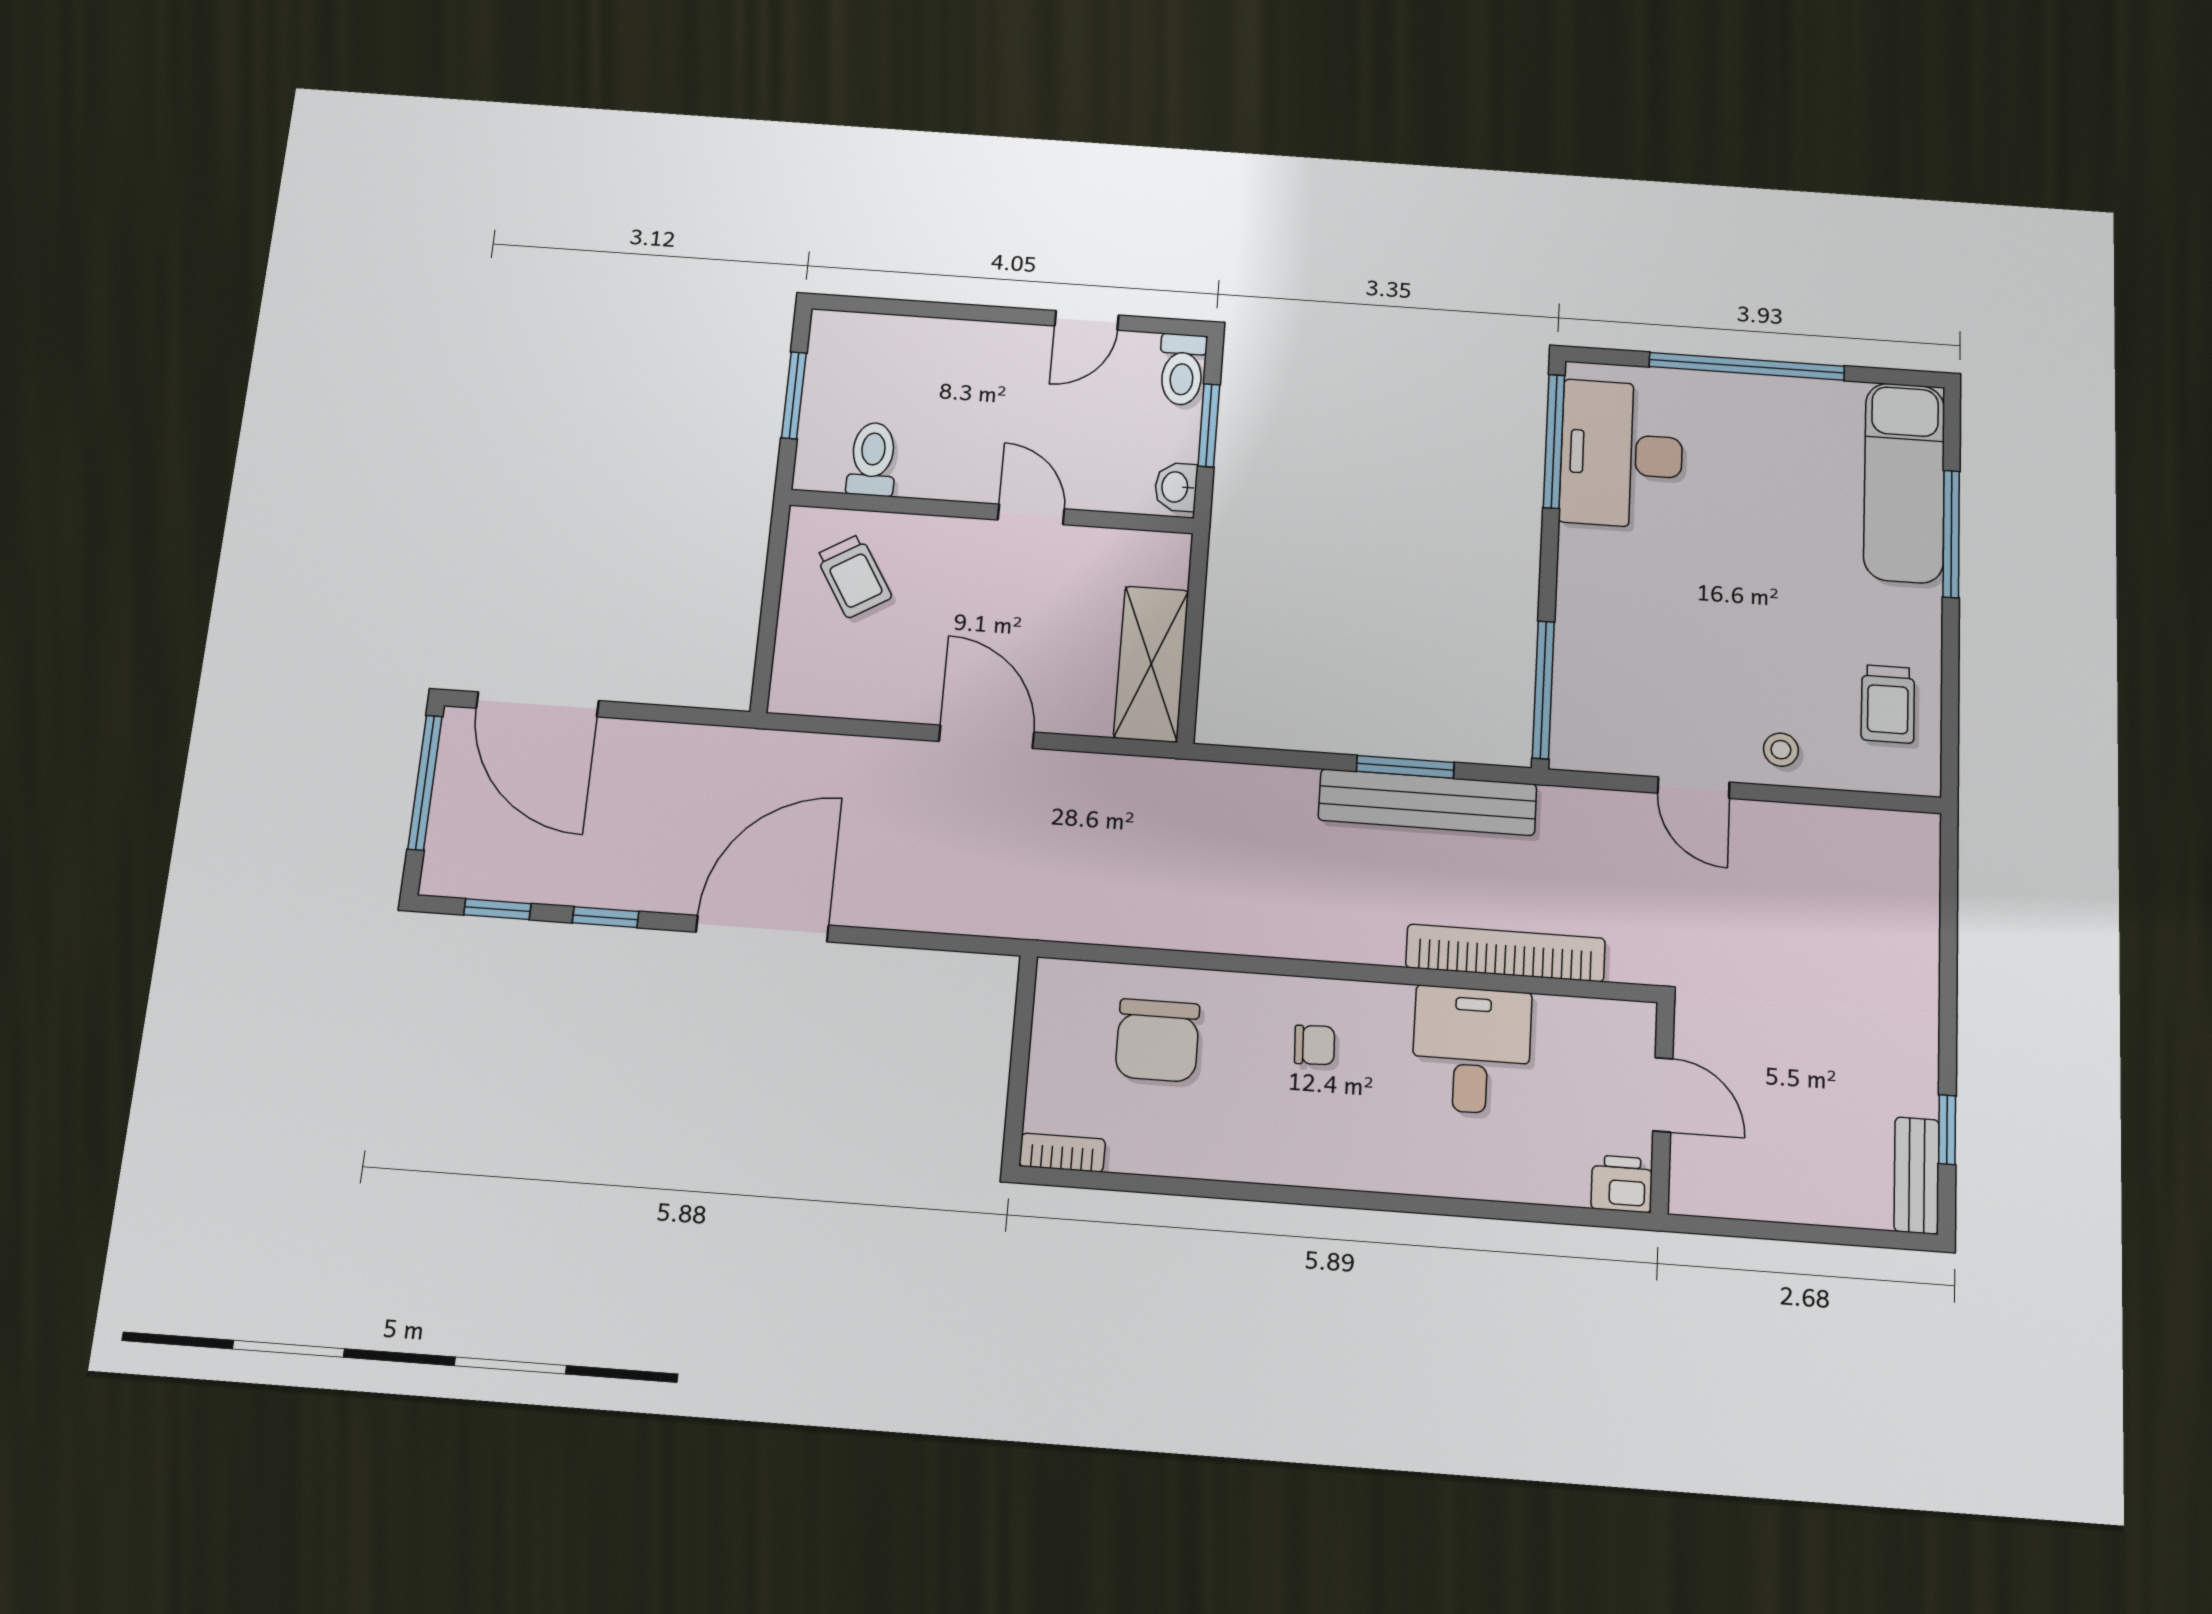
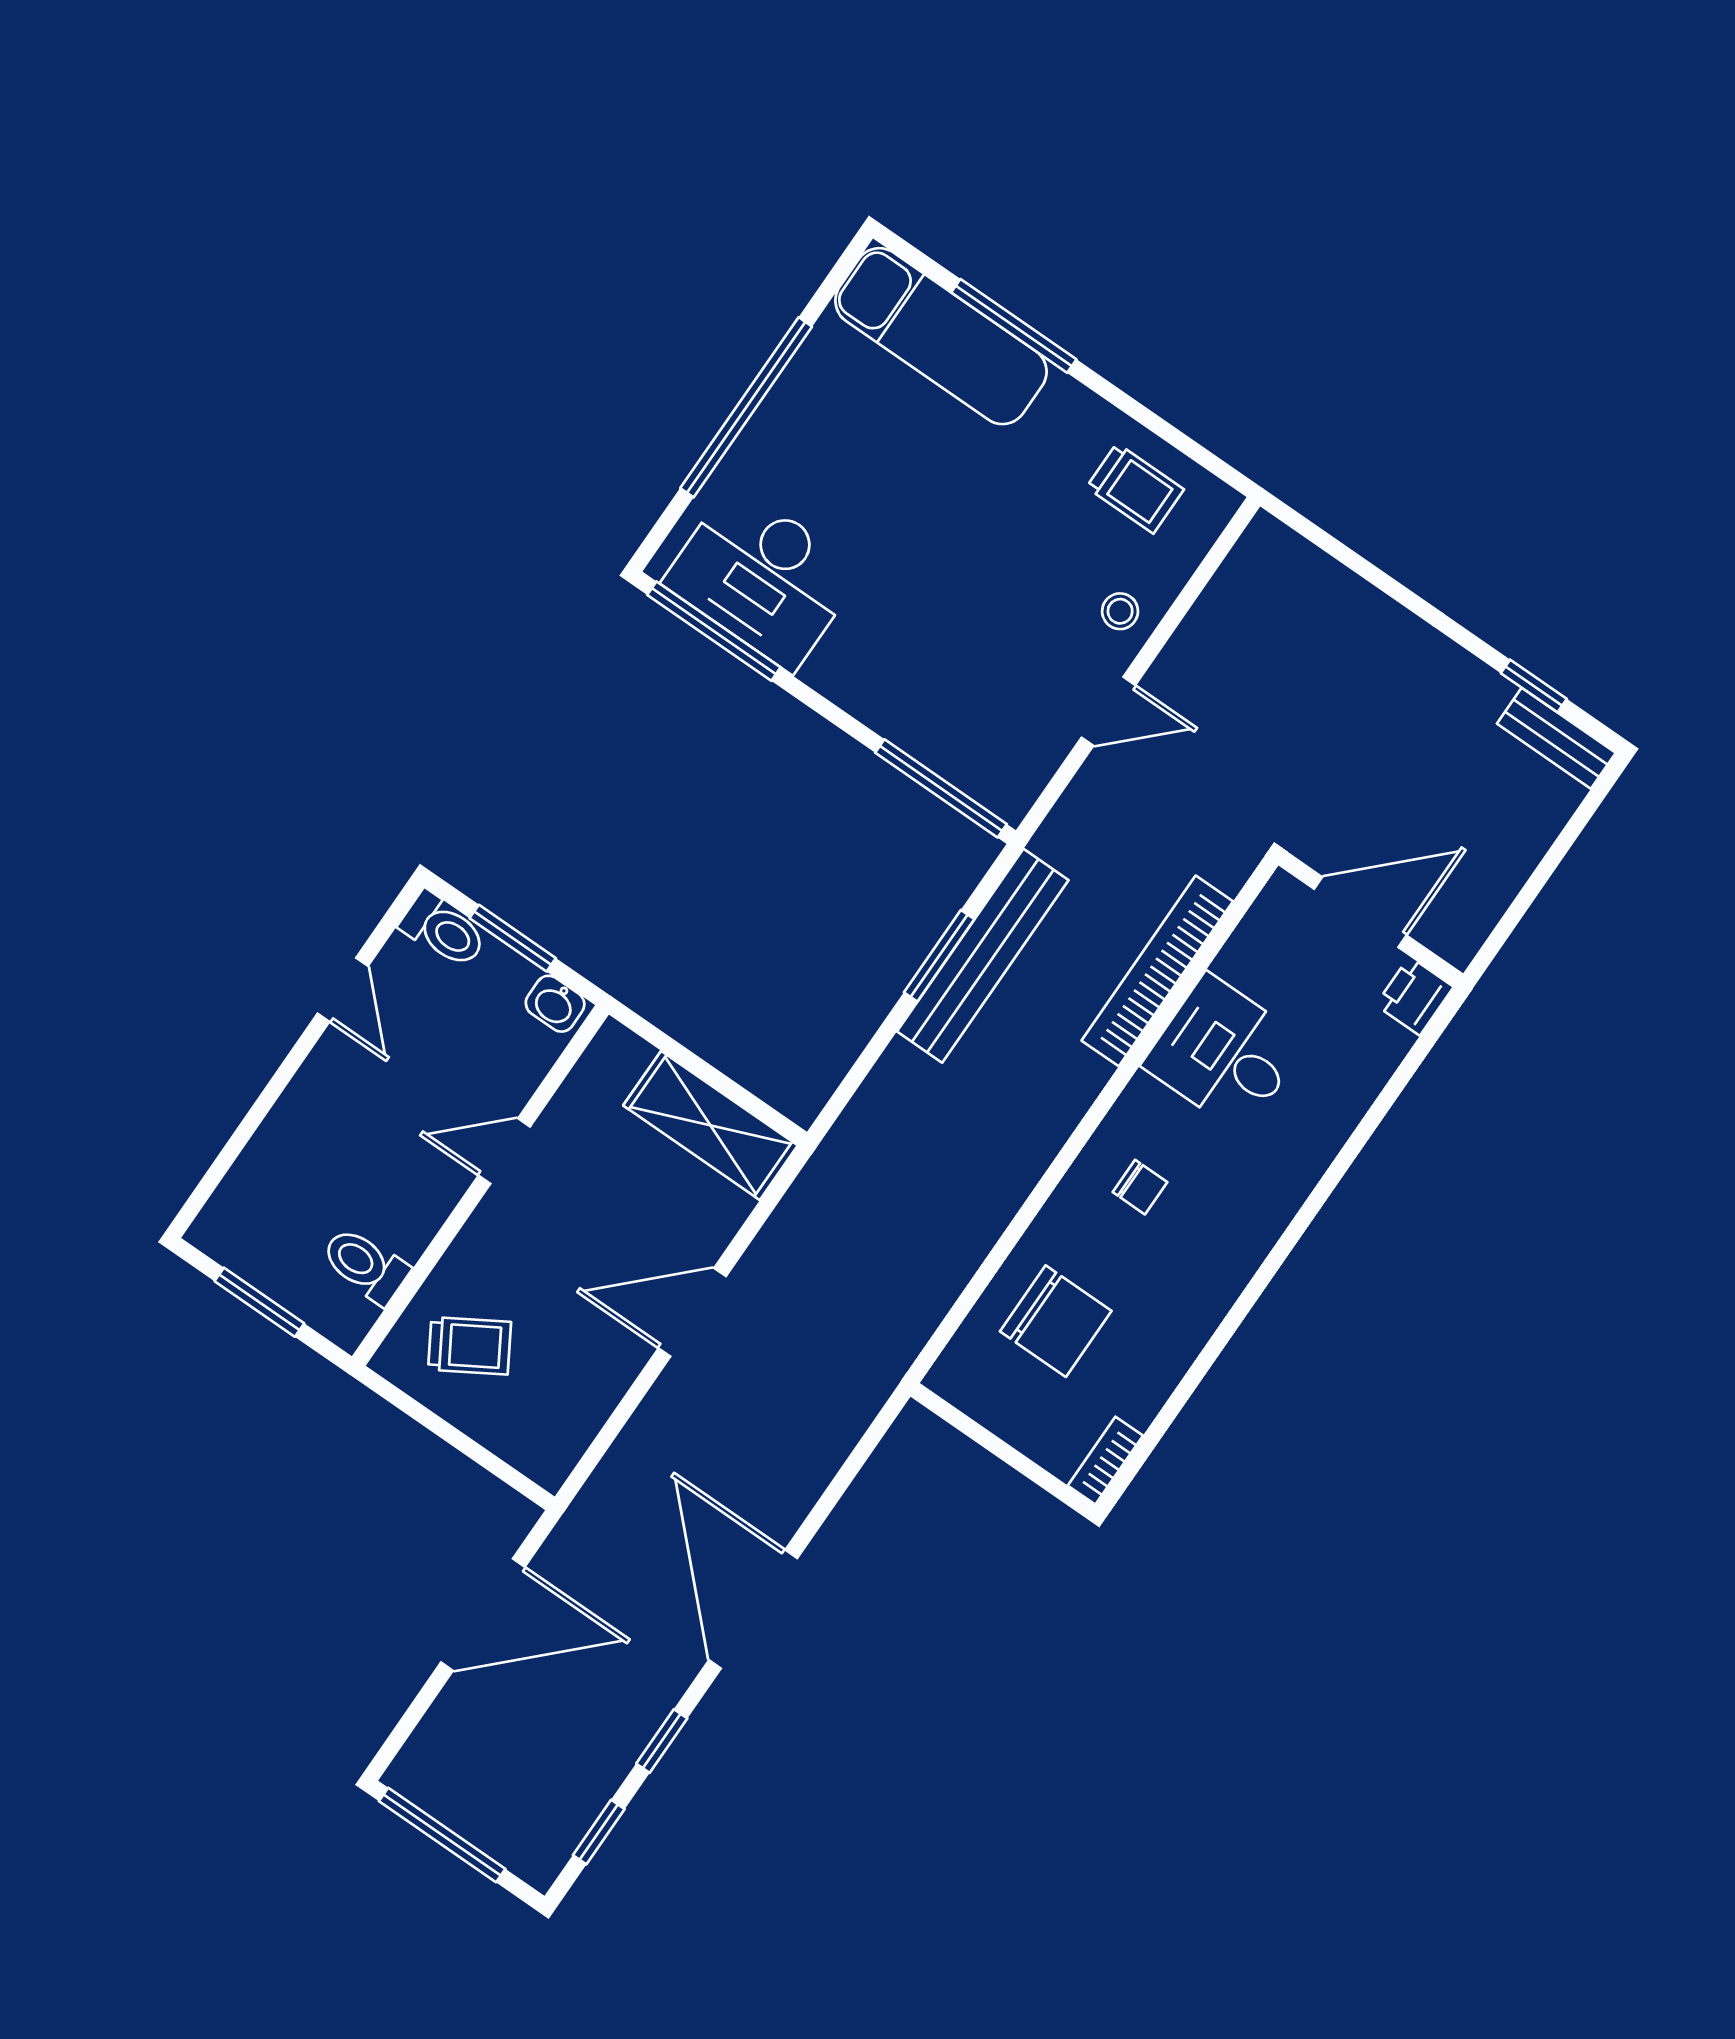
door: (537, 704) -> (483, 1615), moved
chair: (1315, 1045) -> (1140, 1187), turned 92
door: (1663, 1095) -> (1360, 912), width x1.38

